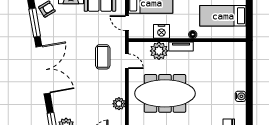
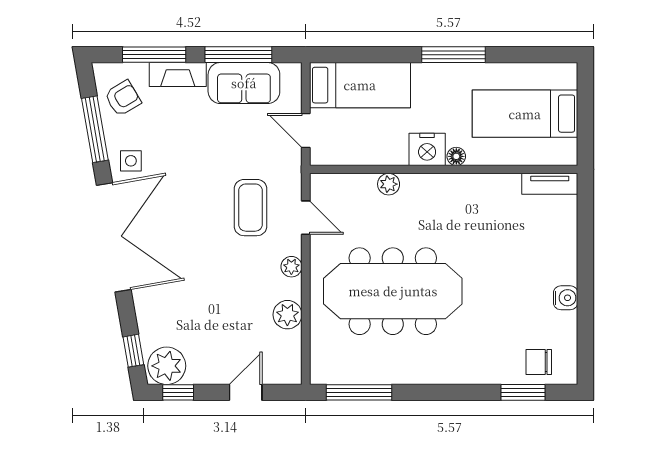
nightstand: (161, 31) -> (427, 149), moved
side table: (50, 36) -> (131, 161), added
tv unit: (181, 47) -> (550, 184), moved
plant: (159, 51) -> (389, 184), width x0.53, depth x0.53
plant: (121, 83) -> (291, 267), added

